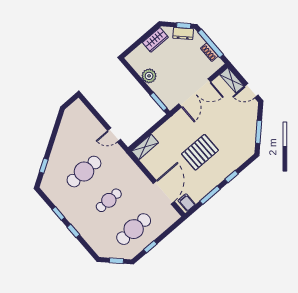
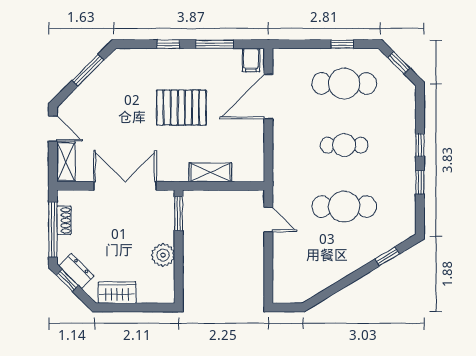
shelving: (145, 147) -> (210, 172), moved

